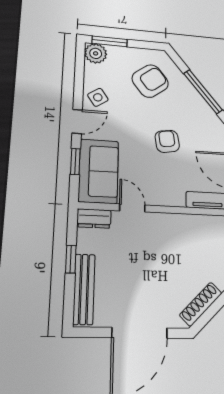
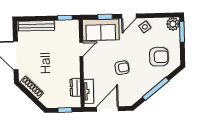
armchair: (150, 81) -> (159, 57), turned -53
door: (77, 121) -> (129, 16), hinge flipped
dresser: (94, 218) -> (75, 87), moved
window: (71, 259) -> (65, 18), moved

